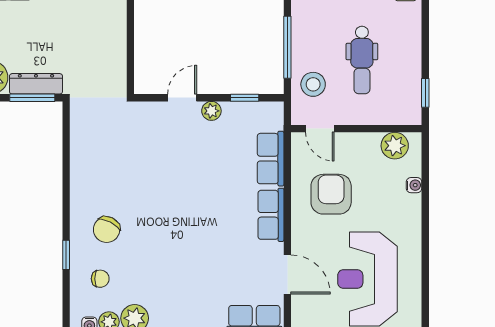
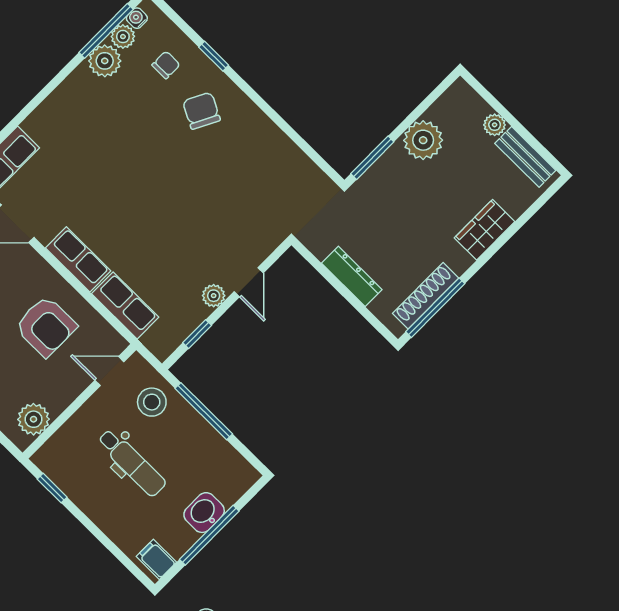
dental chair: (362, 60) -> (132, 463), turned 180
dresser: (36, 84) -> (352, 276), moved, turned -90
chair: (100, 279) -> (166, 65), turned 180

